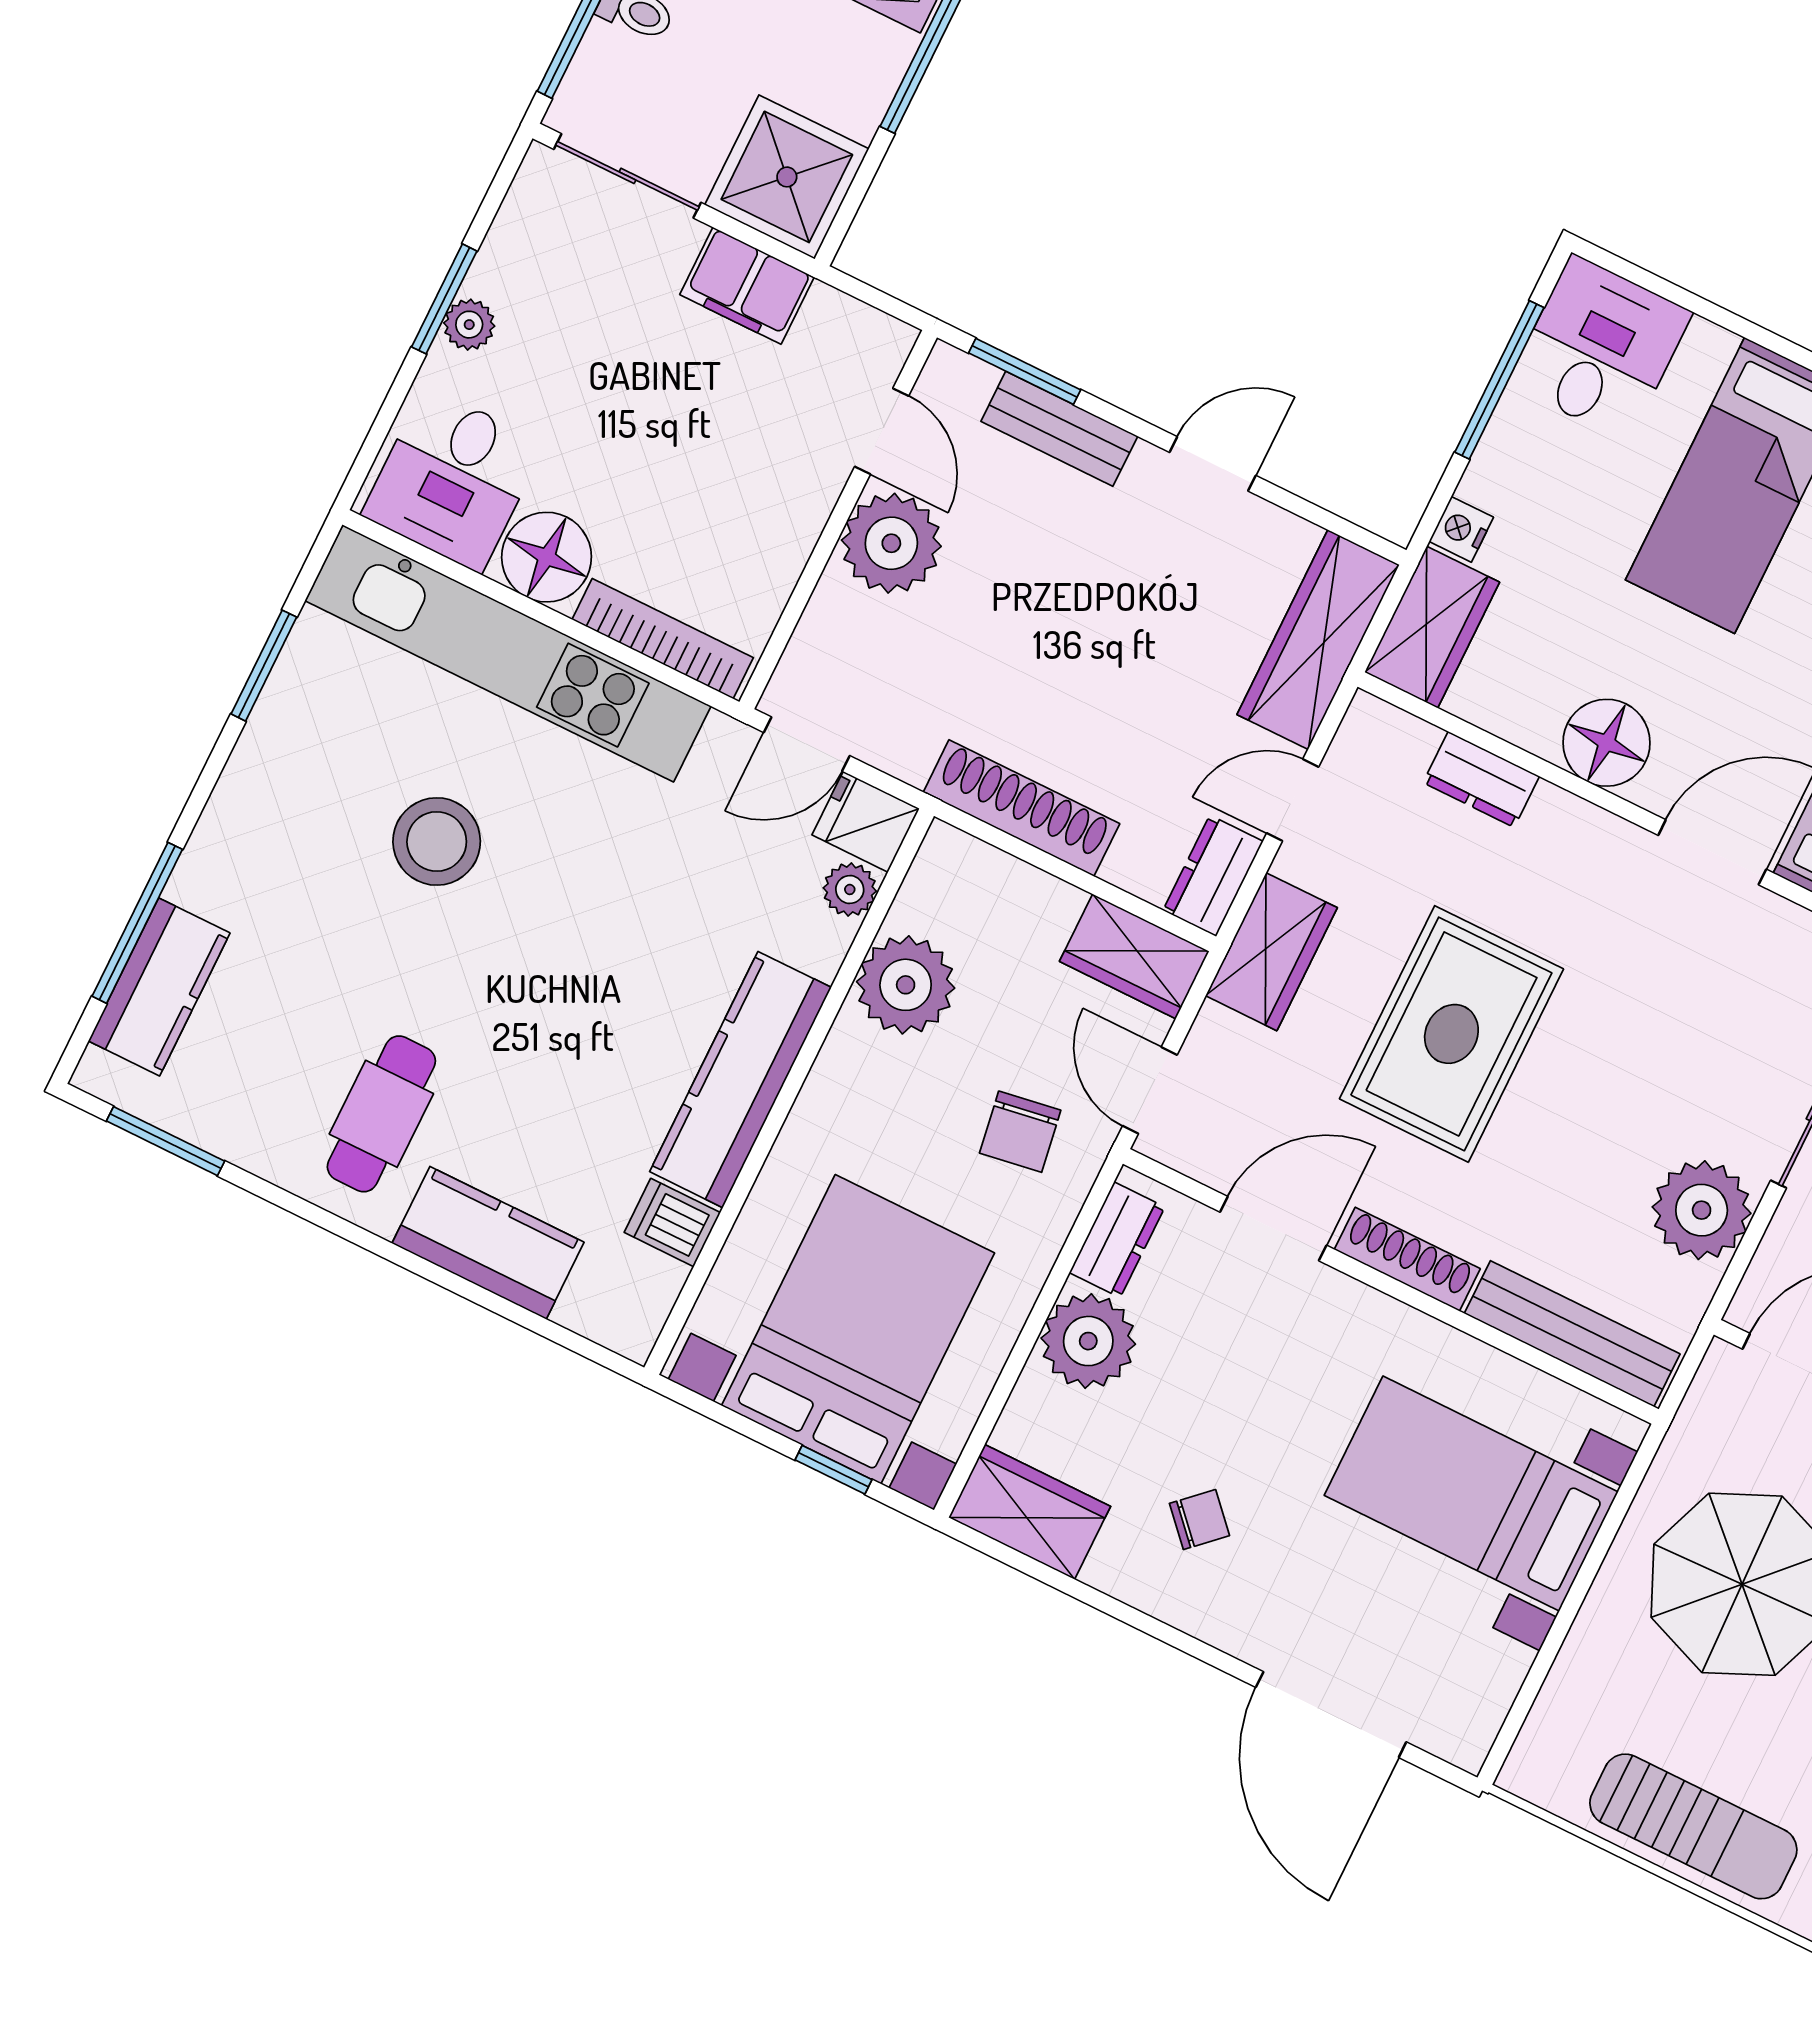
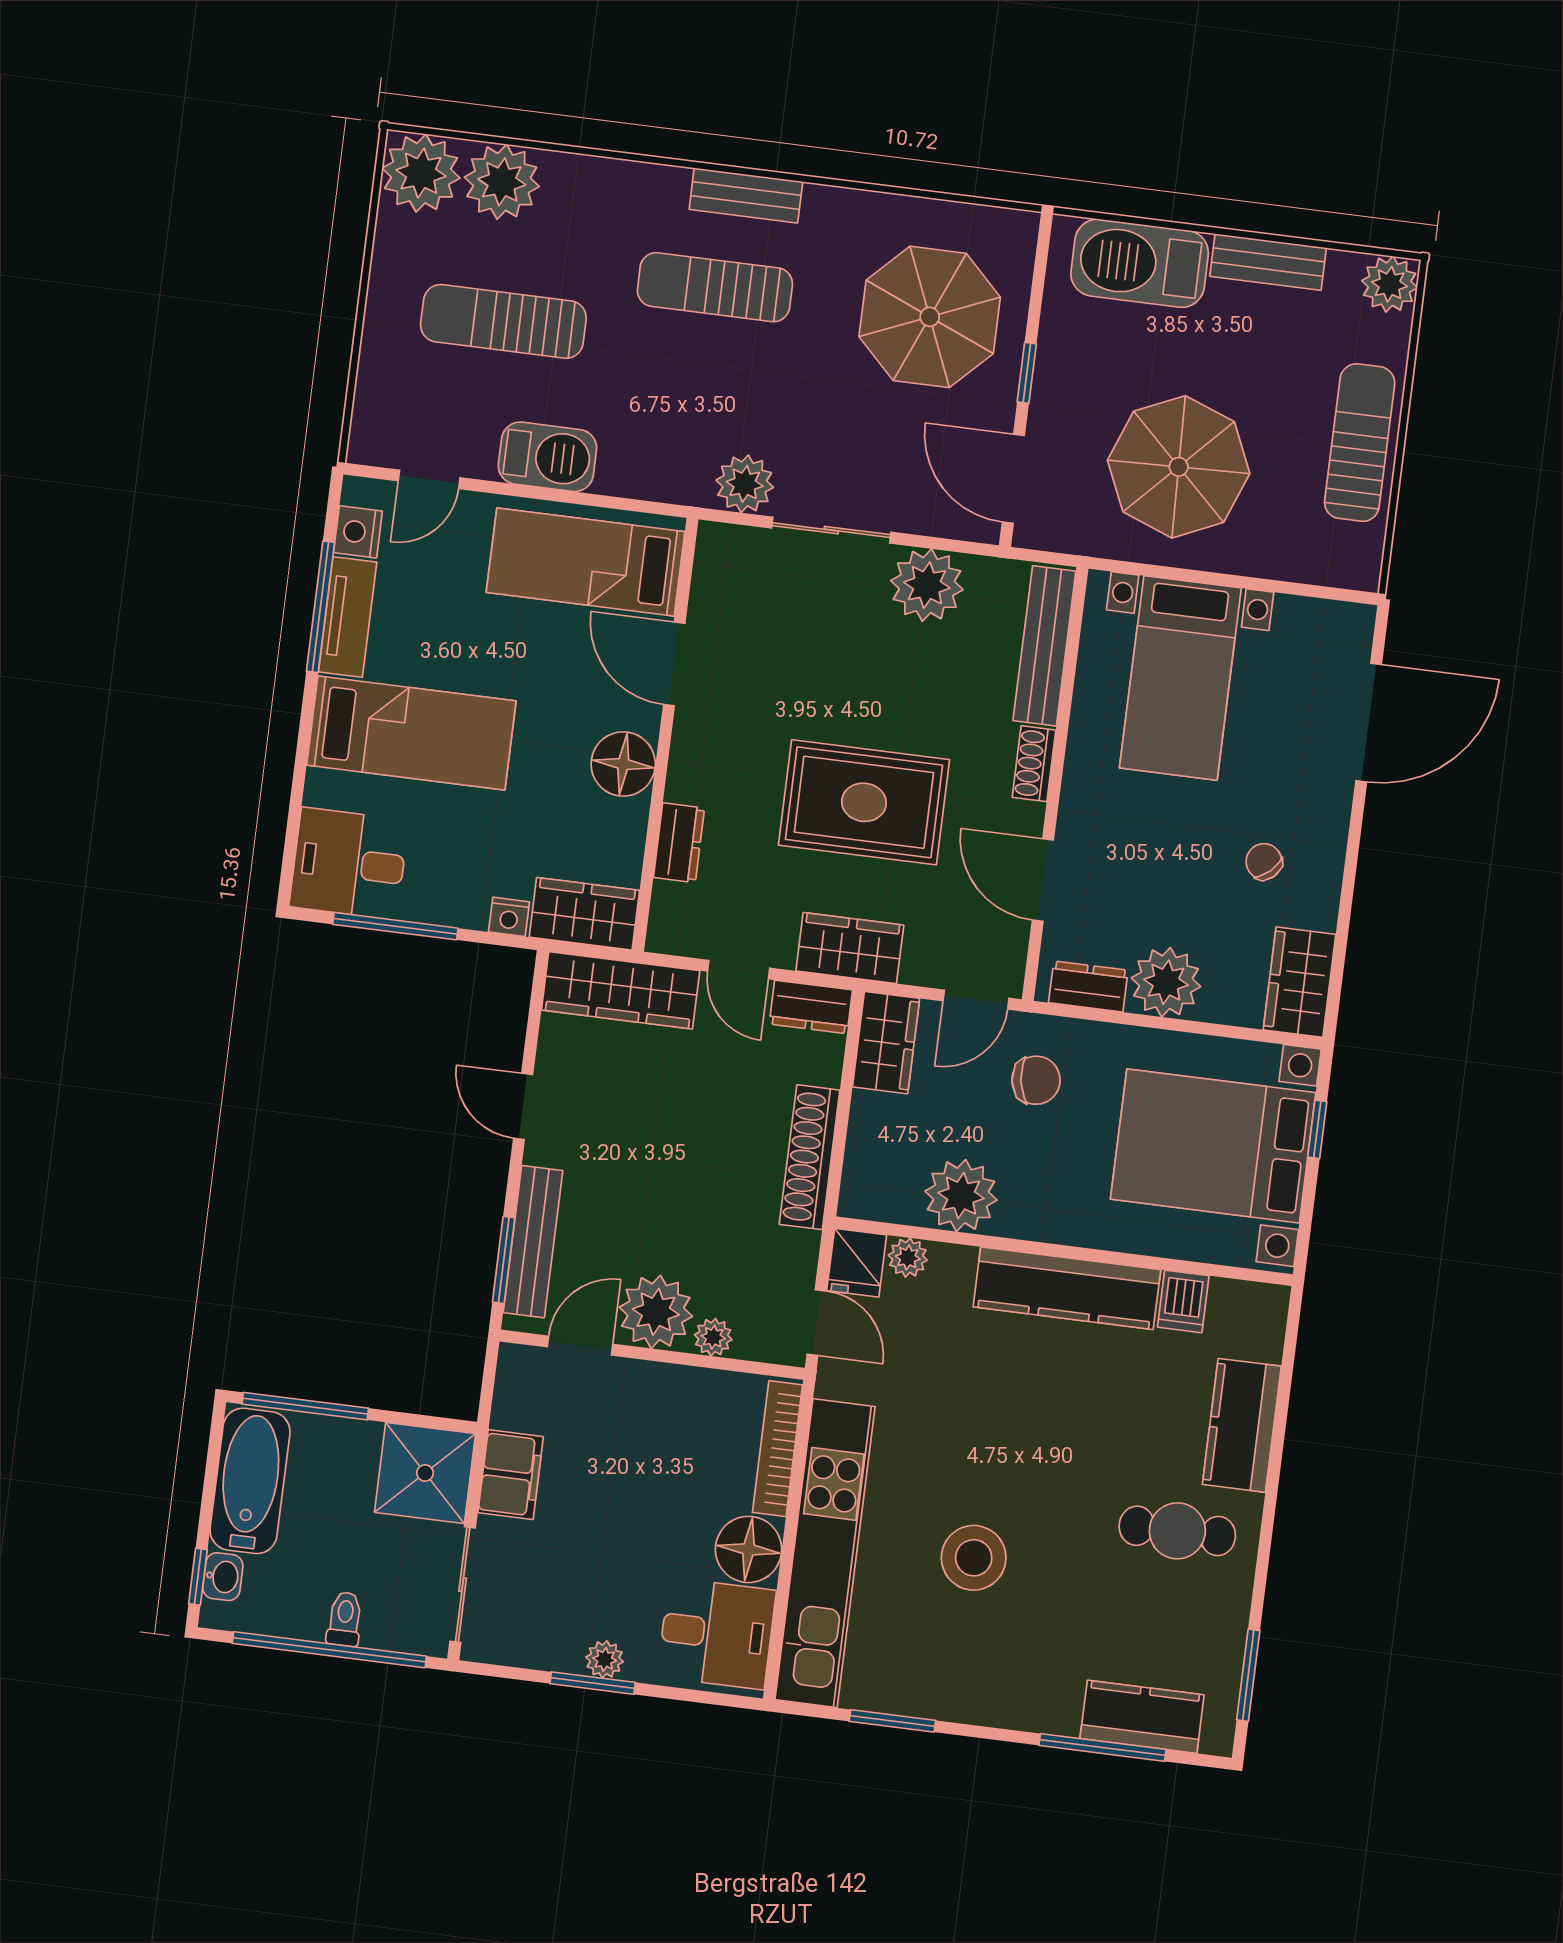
bench: (1059, 429) -> (533, 1242), width x1.36
plant: (834, 605) -> (713, 1337), added
shoe rack: (1407, 1259) -> (1034, 764), width x0.70

